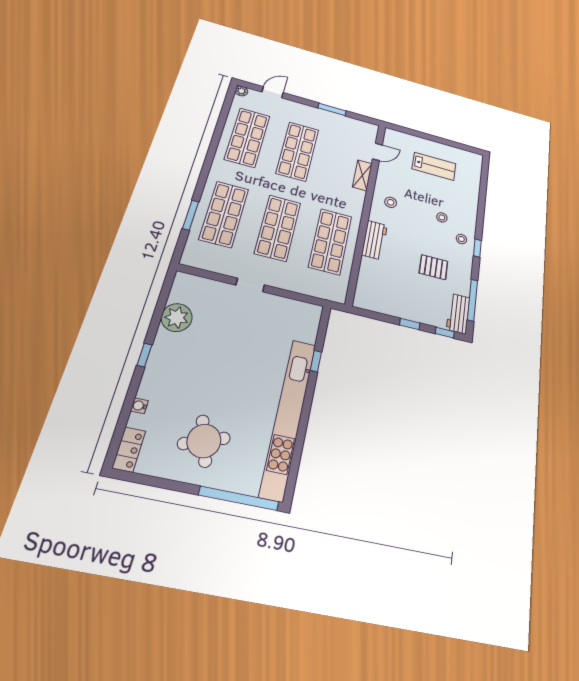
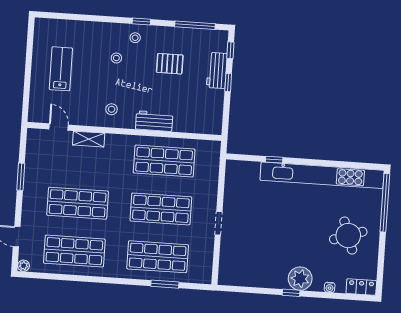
pallet: (433, 267) -> (170, 64), turned 90
workbench: (458, 314) -> (217, 70), moved, turned 90
plant: (177, 317) -> (300, 279), moved

